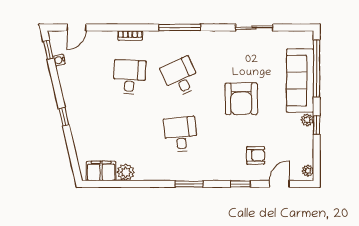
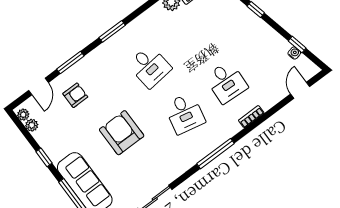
window: (48, 50) -> (297, 44), moved
desk: (181, 77) -> (185, 113), turned 36
plant: (307, 120) -> (32, 125), moved
armchair: (256, 155) -> (75, 95), turned 180
window: (240, 184) -> (70, 63), width x1.50

